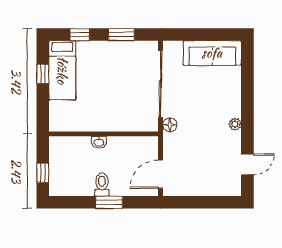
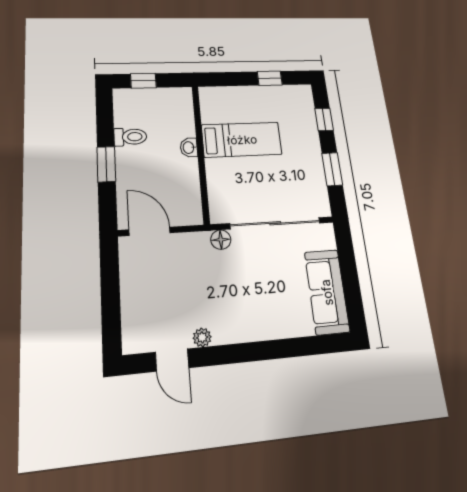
bed: (62, 70) -> (242, 140), moved, turned 180
plant: (235, 124) -> (202, 337), moved
toilet: (102, 184) -> (130, 137), moved

